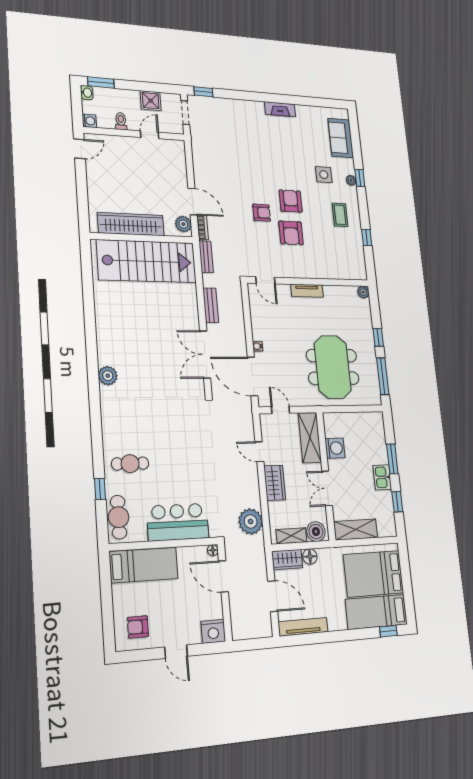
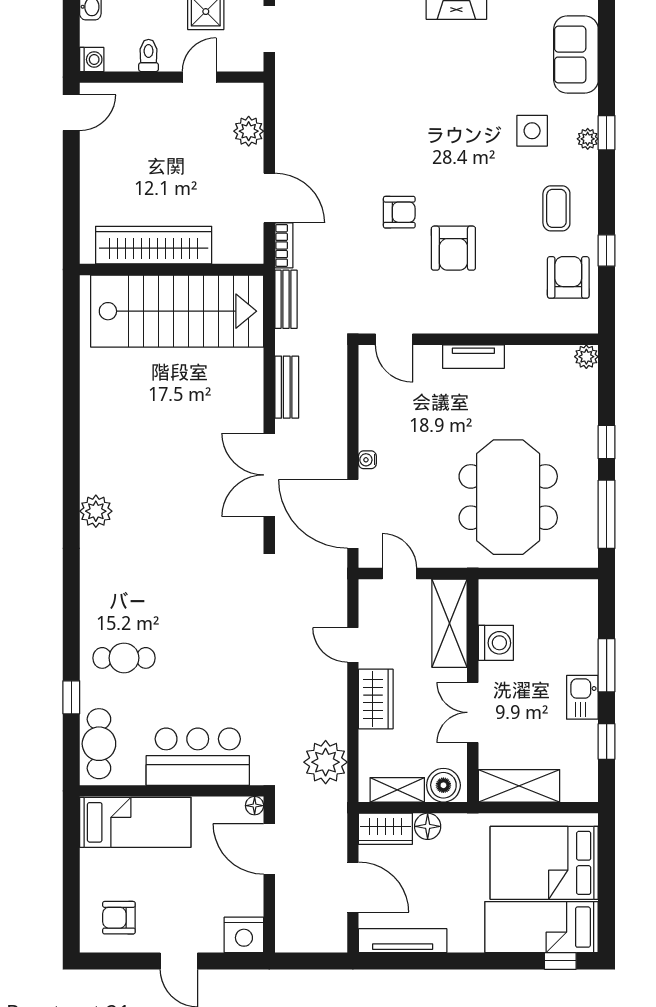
armchair: (291, 201) -> (568, 277), moved
plant: (183, 224) -> (249, 131), moved

